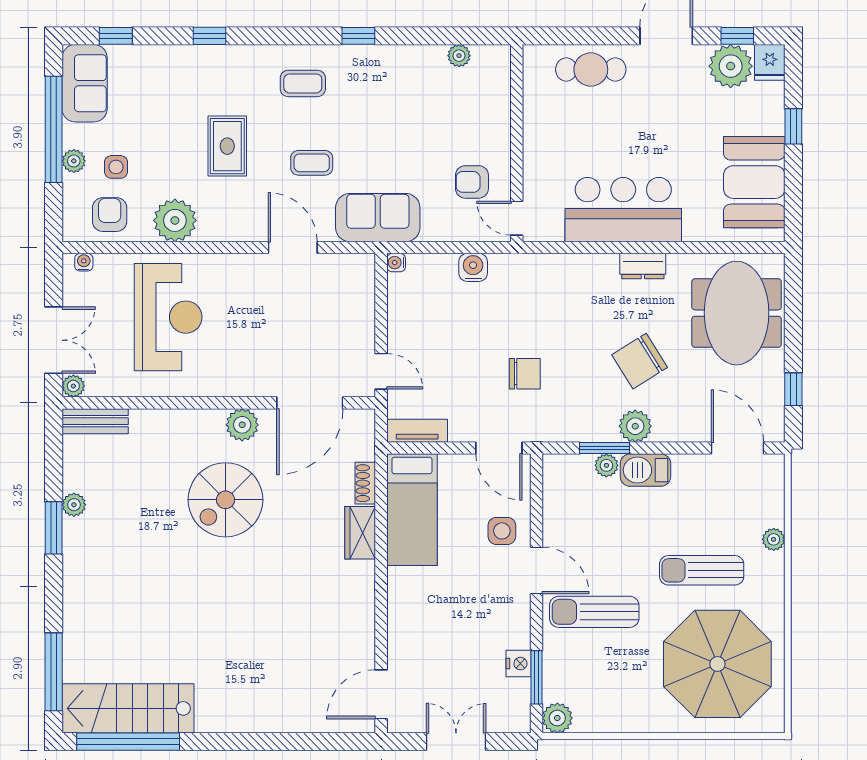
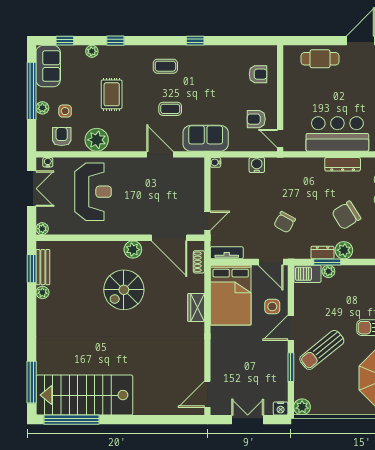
plant: (459, 56) -> (92, 51), moved
armchair: (475, 98) -> (258, 74), added
rug: (227, 146) -> (112, 94), moved
dresser: (643, 266) -> (343, 164), width x1.44
double door: (54, 340) -> (32, 189), moved
door: (381, 371) -> (207, 221), hinge flipped
chair: (525, 374) -> (285, 222), turned 119
door: (310, 403) -> (169, 238), hinge flipped
bench: (95, 421) -> (43, 267), moved, turned 90
dresser: (595, 430) -> (322, 253), added
barbecue: (645, 470) -> (307, 274), moved
shoe rack: (365, 483) -> (199, 262), moved
bed: (412, 510) -> (231, 295), width x1.50
window: (54, 528) -> (32, 269), moved
door: (536, 571) -> (291, 328), swing flipped
sun lounger: (594, 612) -> (322, 350), turned -39
nightstand: (518, 664) -> (281, 409), moved, turned 90
window: (536, 677) -> (291, 367), moved
stairs: (128, 708) -> (84, 395), width x1.36, depth x1.51

